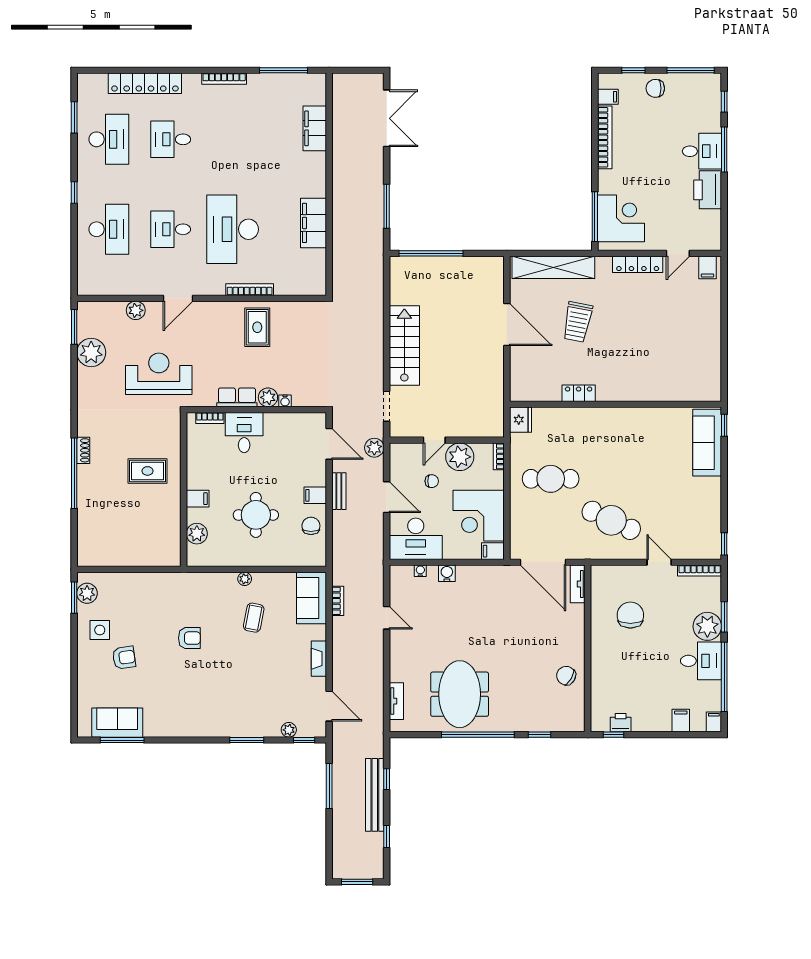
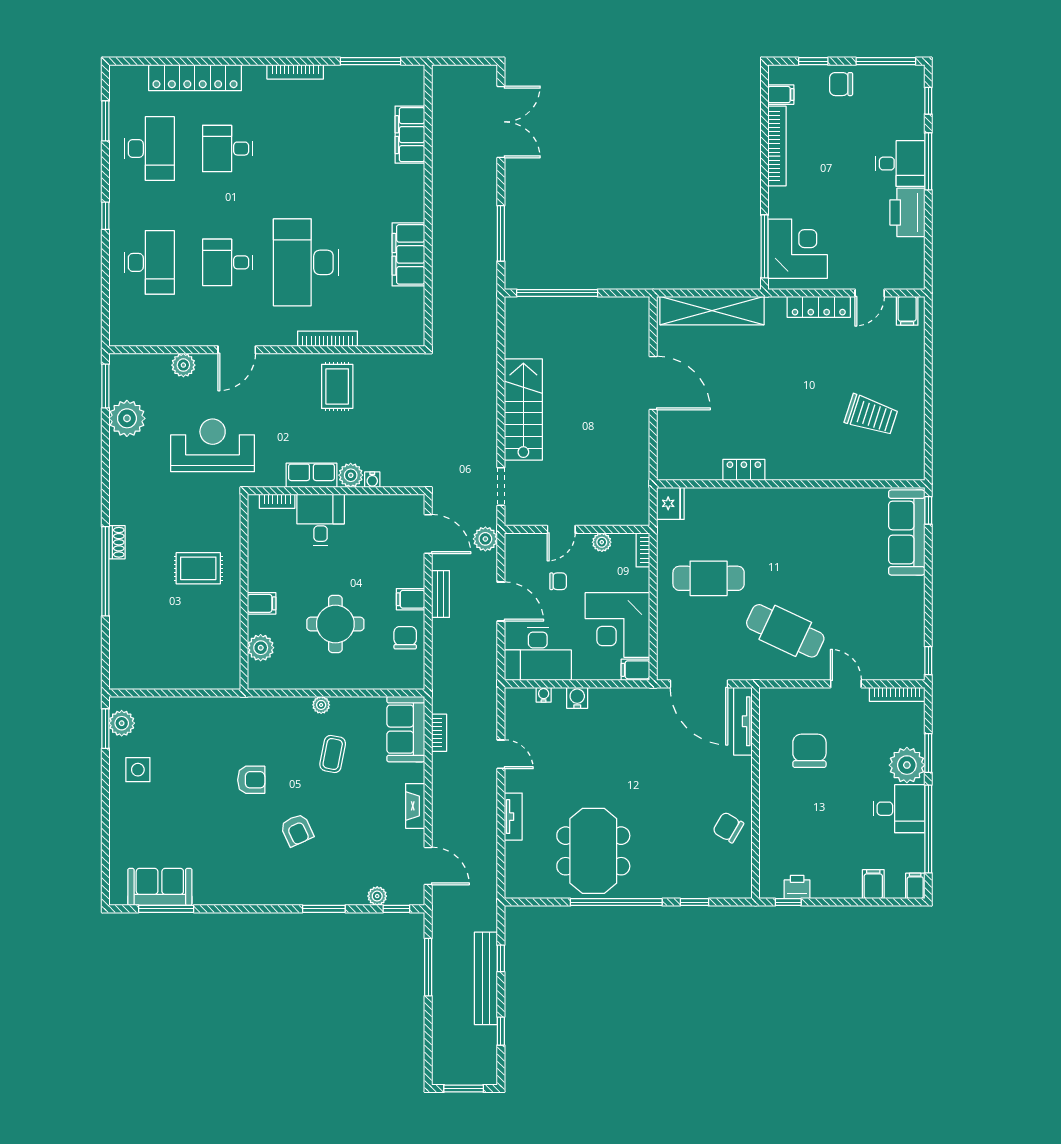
trolley: (578, 322) -> (871, 415), moved, turned -83
plant: (460, 457) -> (602, 542), width x0.53, depth x0.53
tv unit: (578, 584) -> (743, 721), width x1.41
armchair: (124, 658) -> (297, 830), moved, turned 73
tv unit: (396, 701) -> (513, 817), moved

